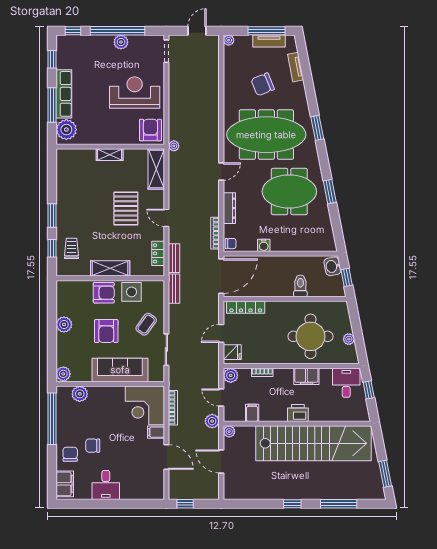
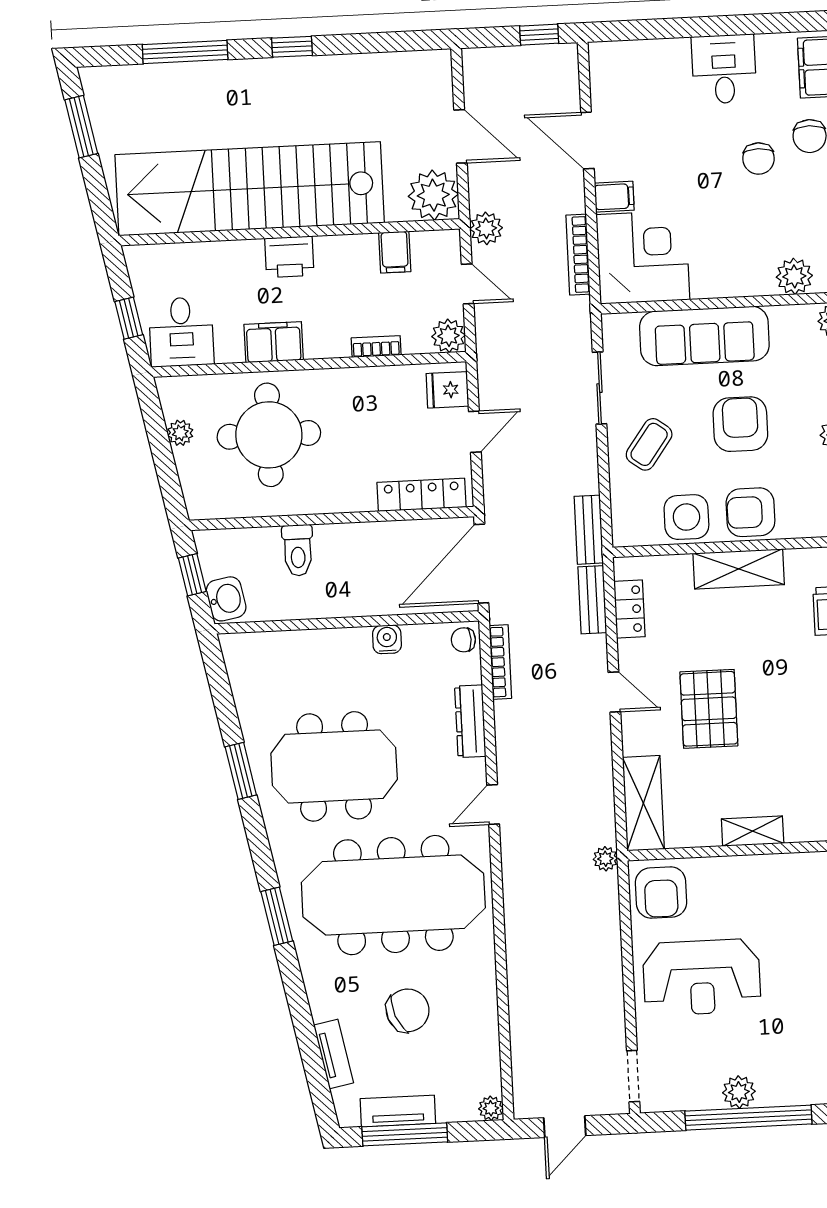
plant: (229, 432) -> (433, 195), width x1.88, depth x1.88
chair: (93, 446) -> (759, 159), turned 90

